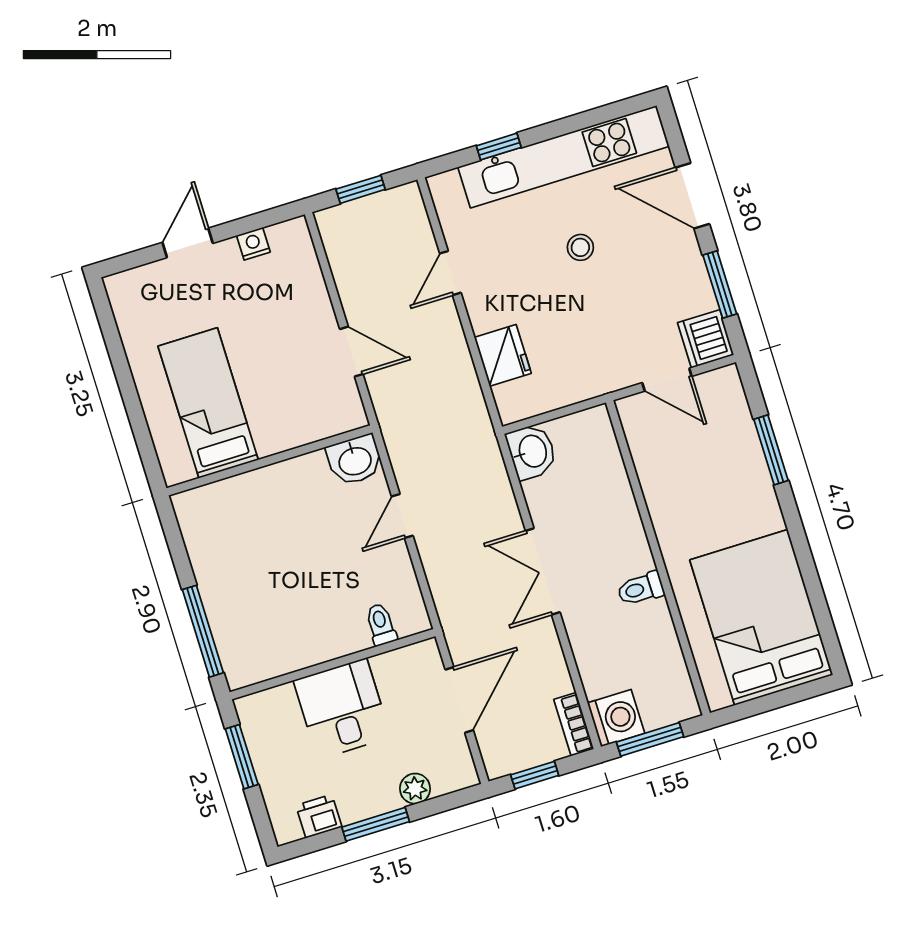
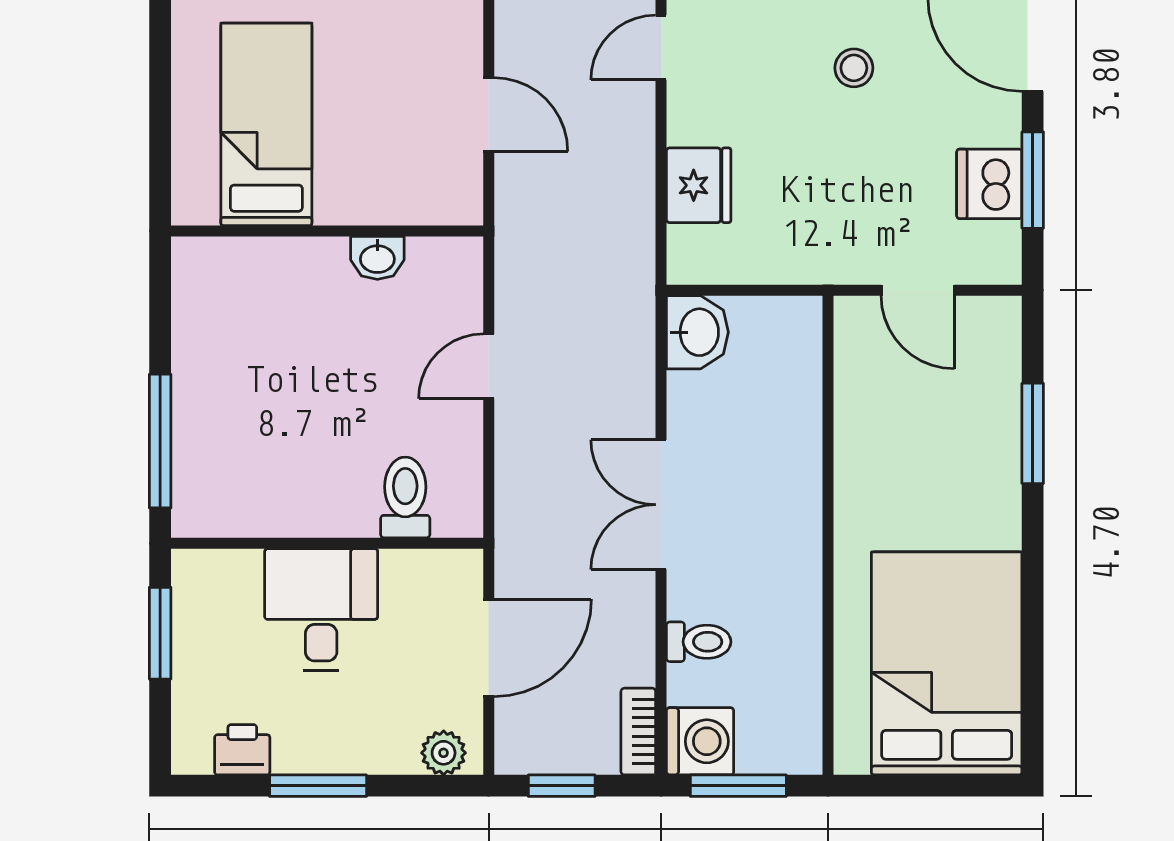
dishwasher: (706, 339) -> (989, 184), moved
washbasin: (355, 460) -> (377, 258), moved, width x0.72, depth x0.69
toilet: (641, 589) -> (699, 642), moved, turned 180
toilet: (381, 625) -> (405, 497), width x1.37, depth x1.39
plant: (415, 789) -> (444, 753), moved

